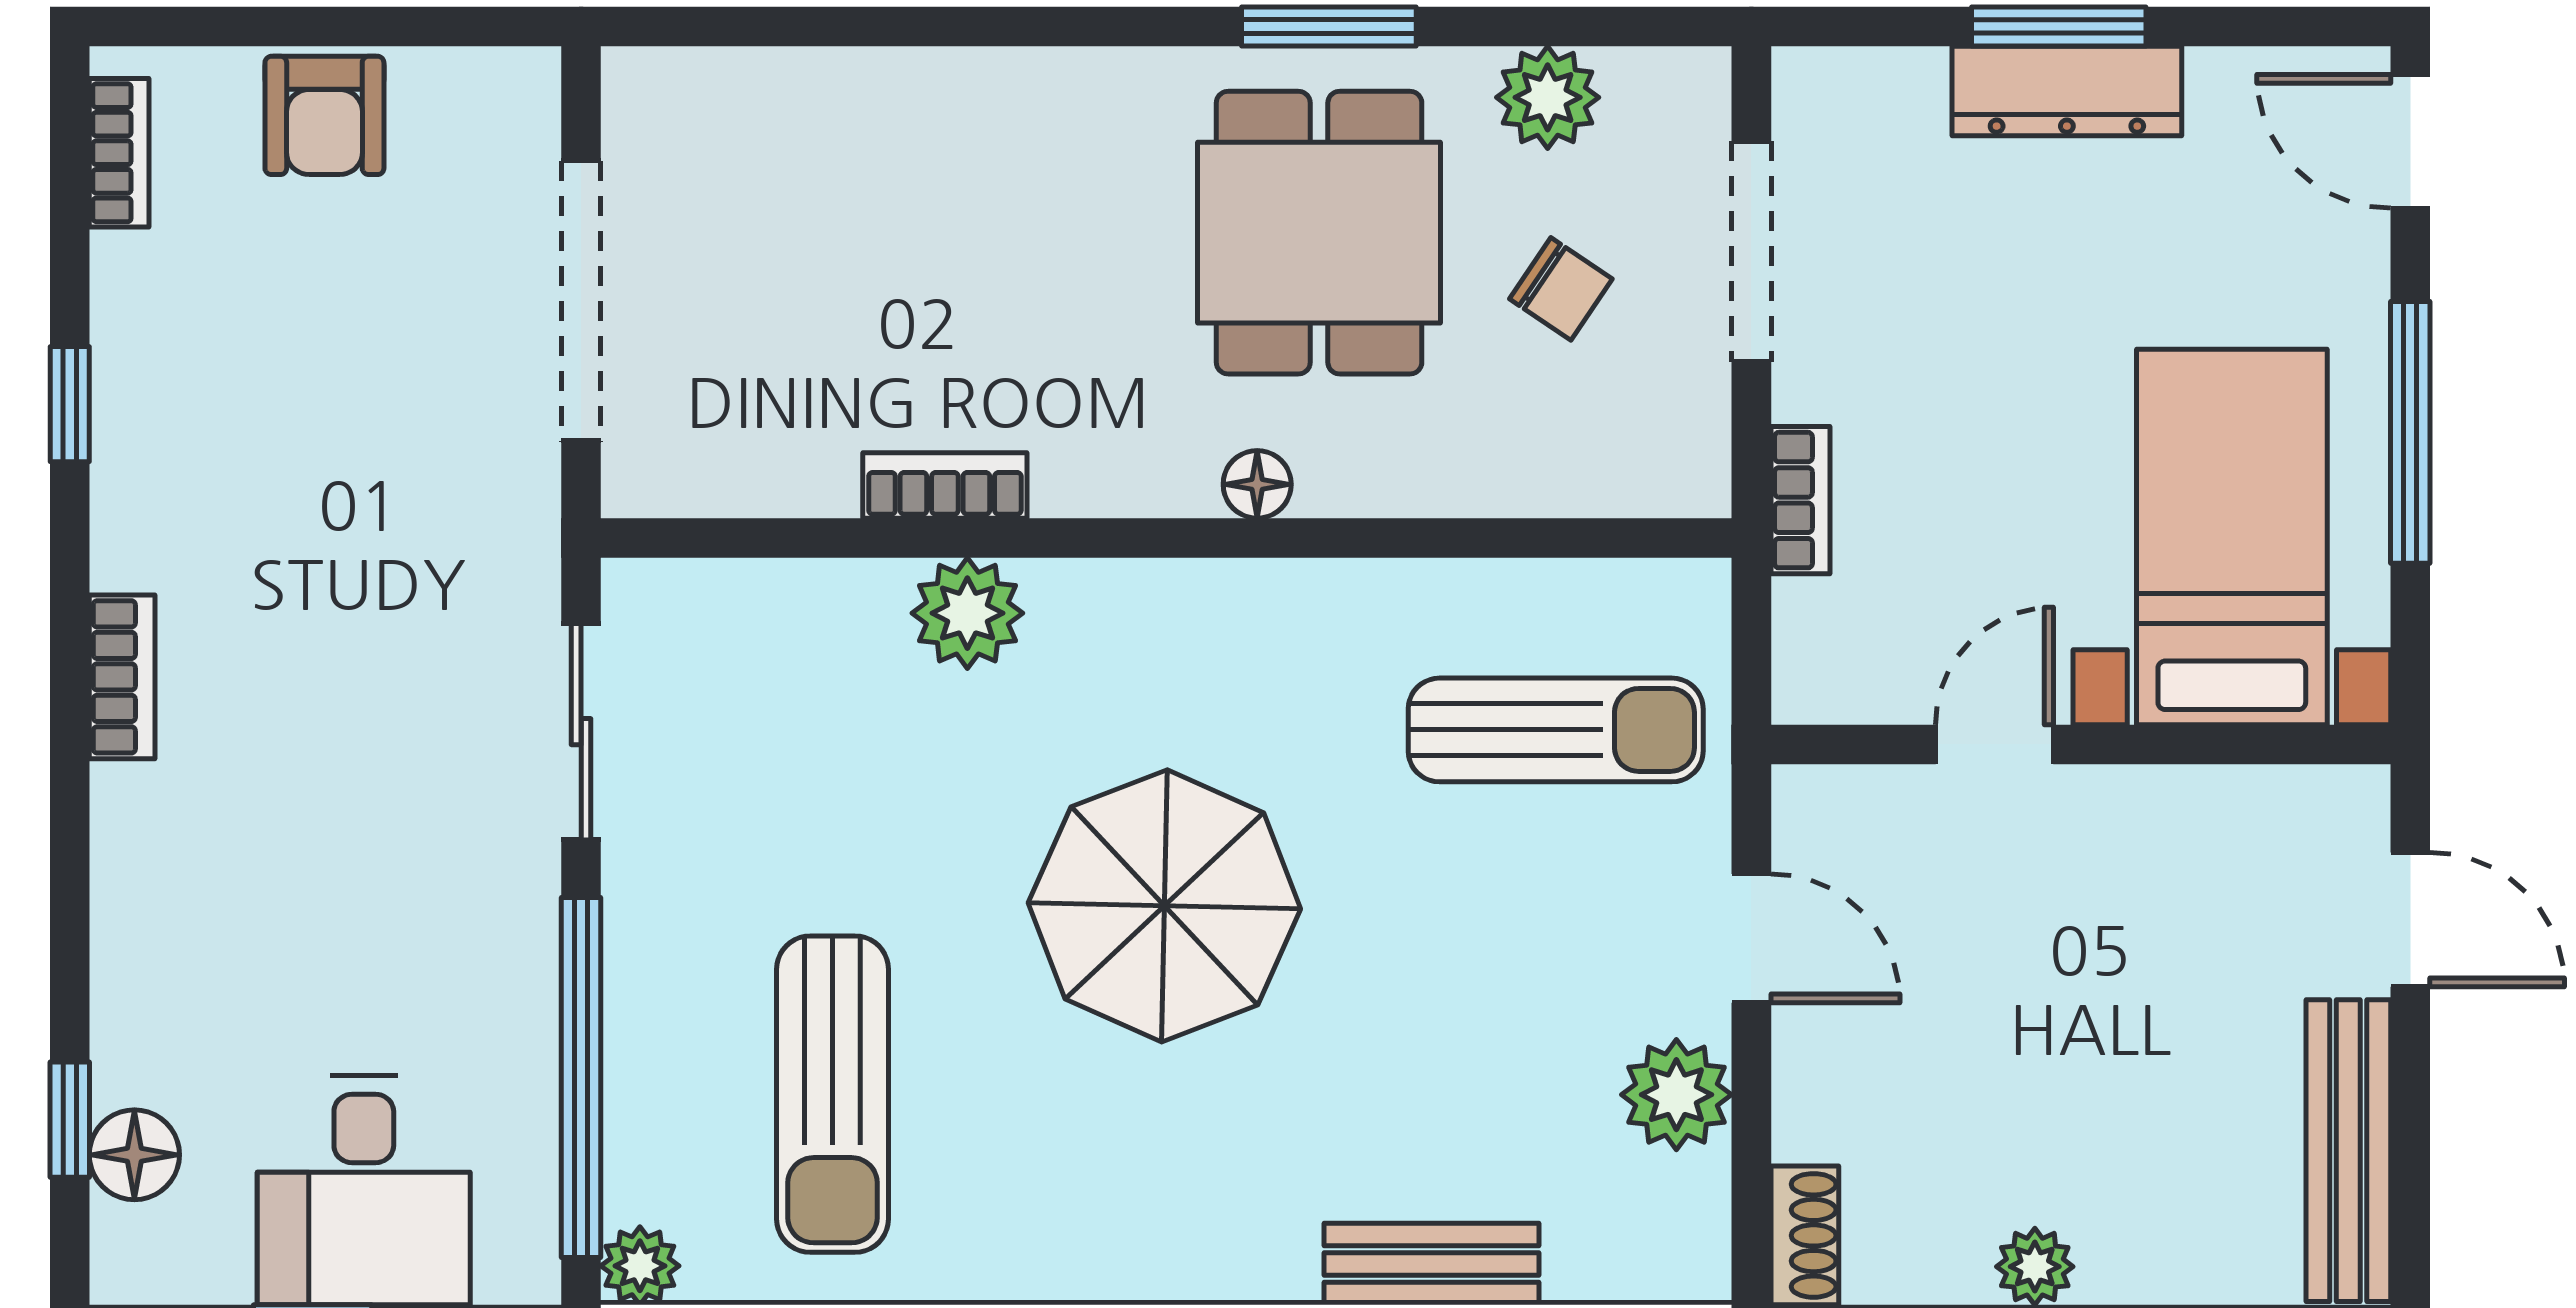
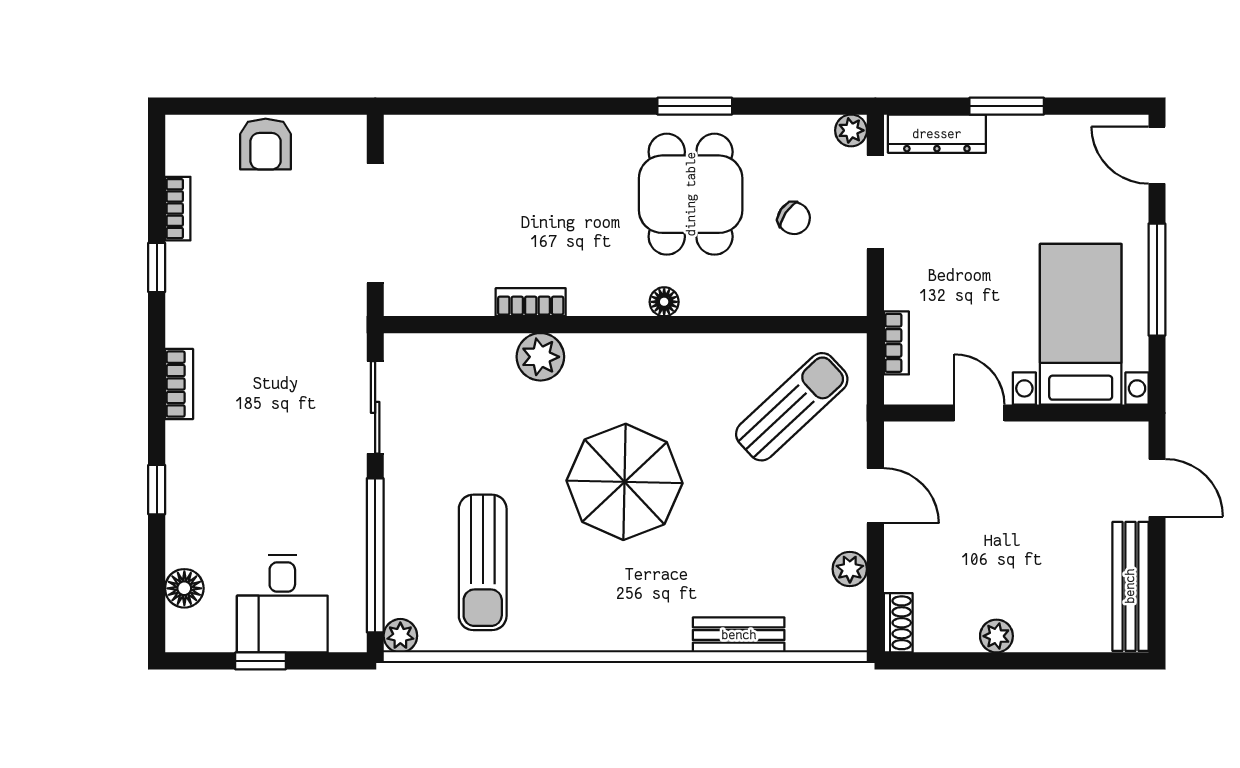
dresser: (2067, 91) -> (937, 134), moved
plant: (1548, 97) -> (851, 130), moved, width x0.73, depth x0.73
bookcase: (119, 153) -> (178, 209), moved
bookcase: (1800, 500) -> (896, 343), moved
sun lounger: (1556, 730) -> (792, 407), turned -43
door: (1994, 744) -> (979, 413), hinge flipped
plant: (1676, 1095) -> (850, 569), width x0.73, depth x0.73
window: (70, 1120) -> (157, 490), moved

